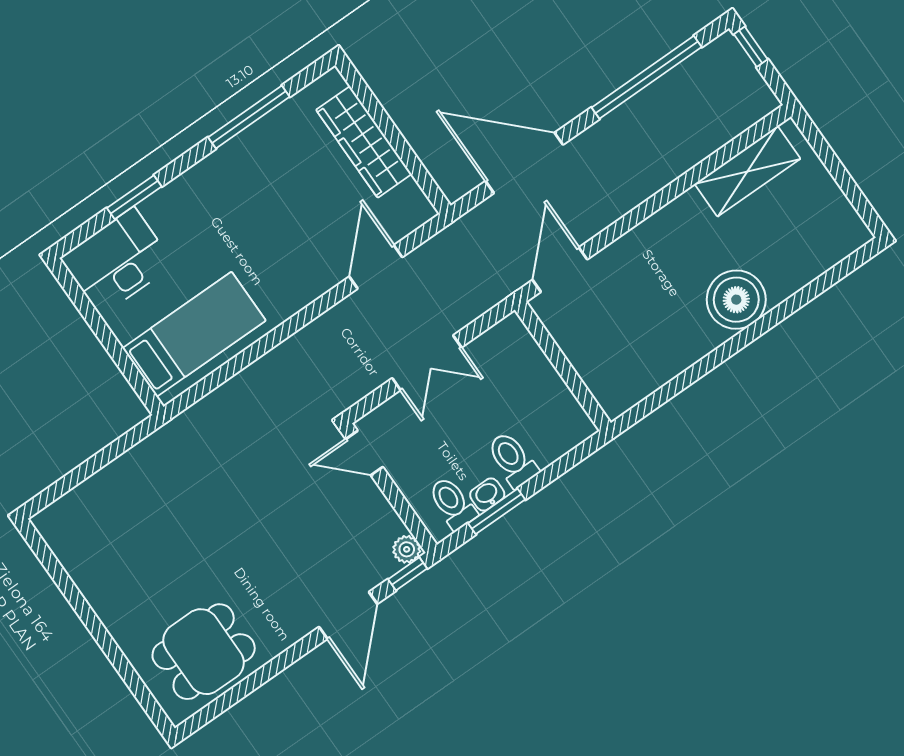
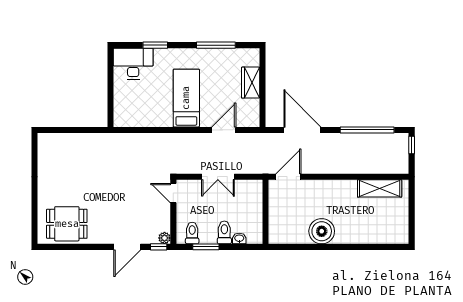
wardrobe: (364, 142) -> (251, 83), width x0.67
boiler: (736, 300) -> (322, 231), moved
bed: (194, 334) -> (186, 98), moved, turned -90
washbasin: (487, 494) -> (239, 239), moved

